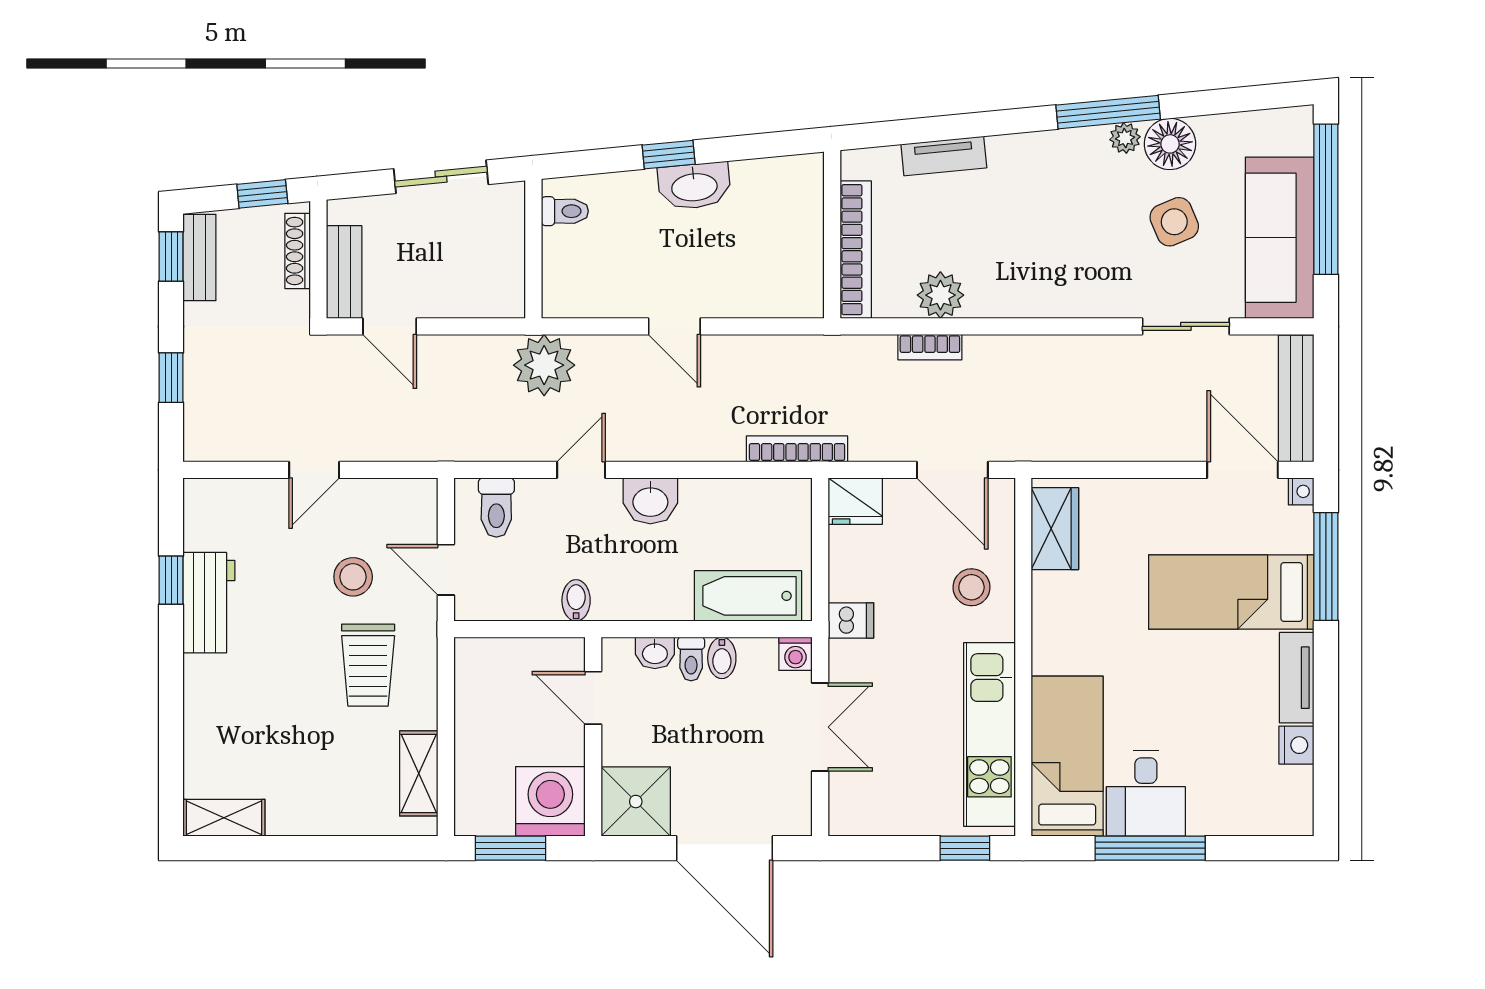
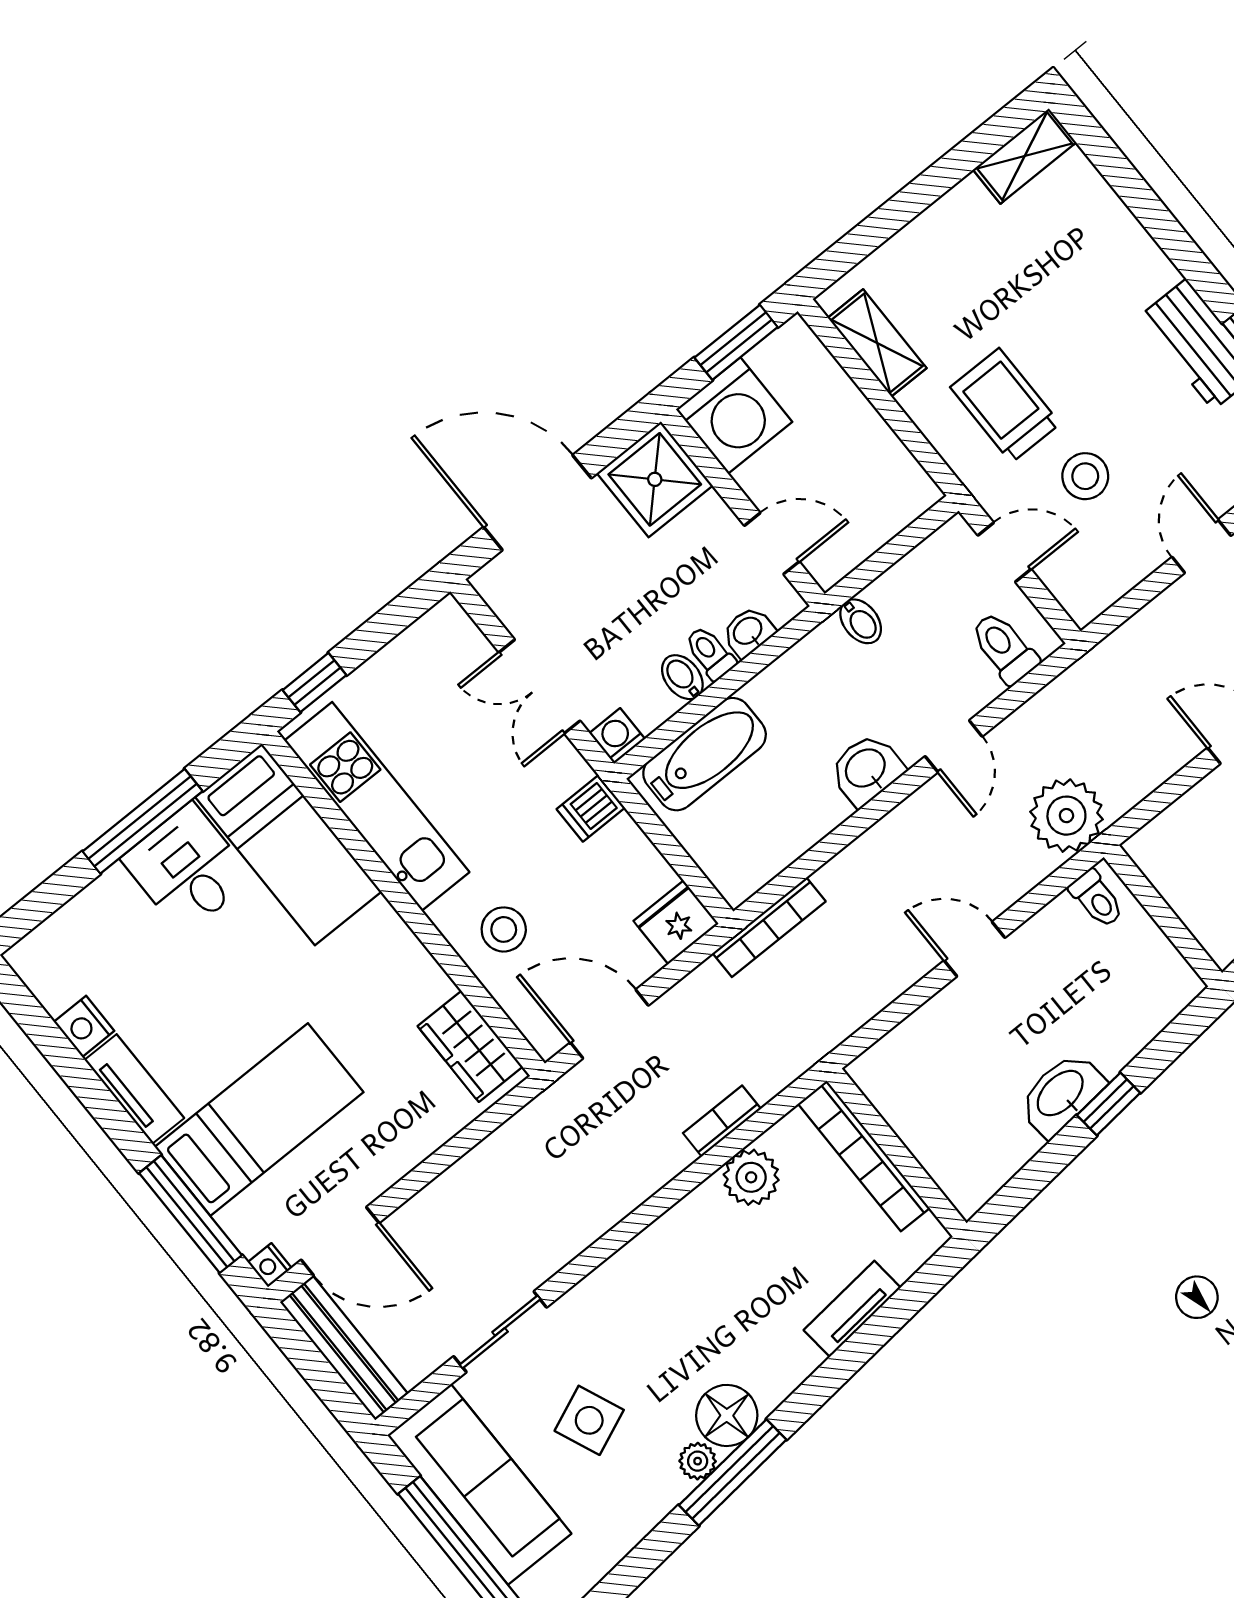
floor lamp: (1170, 144) -> (727, 1415), moved
toilet: (565, 211) -> (1097, 899), moved, turned -90

